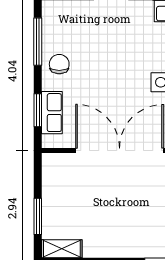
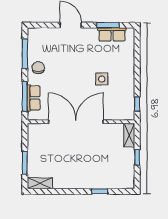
window: (38, 110) -> (25, 97), width x1.44

